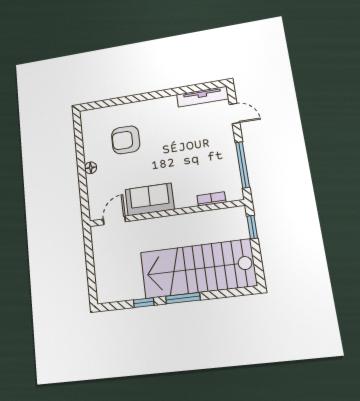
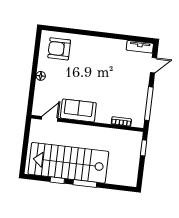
tv unit: (202, 97) -> (140, 47), width x0.71
door: (234, 113) -> (153, 65), hinge flipped
armchair: (126, 140) -> (59, 49), moved
stairs: (198, 269) -> (68, 163), moved

